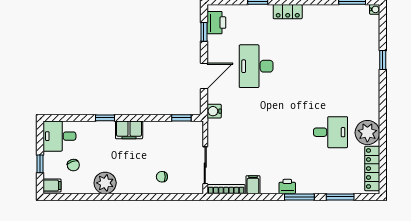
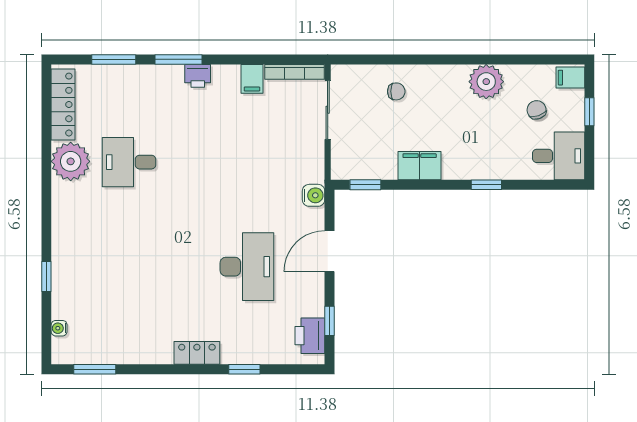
water cooler: (375, 9) -> (59, 328), moved
filing cabinet: (129, 130) -> (420, 166), moved

